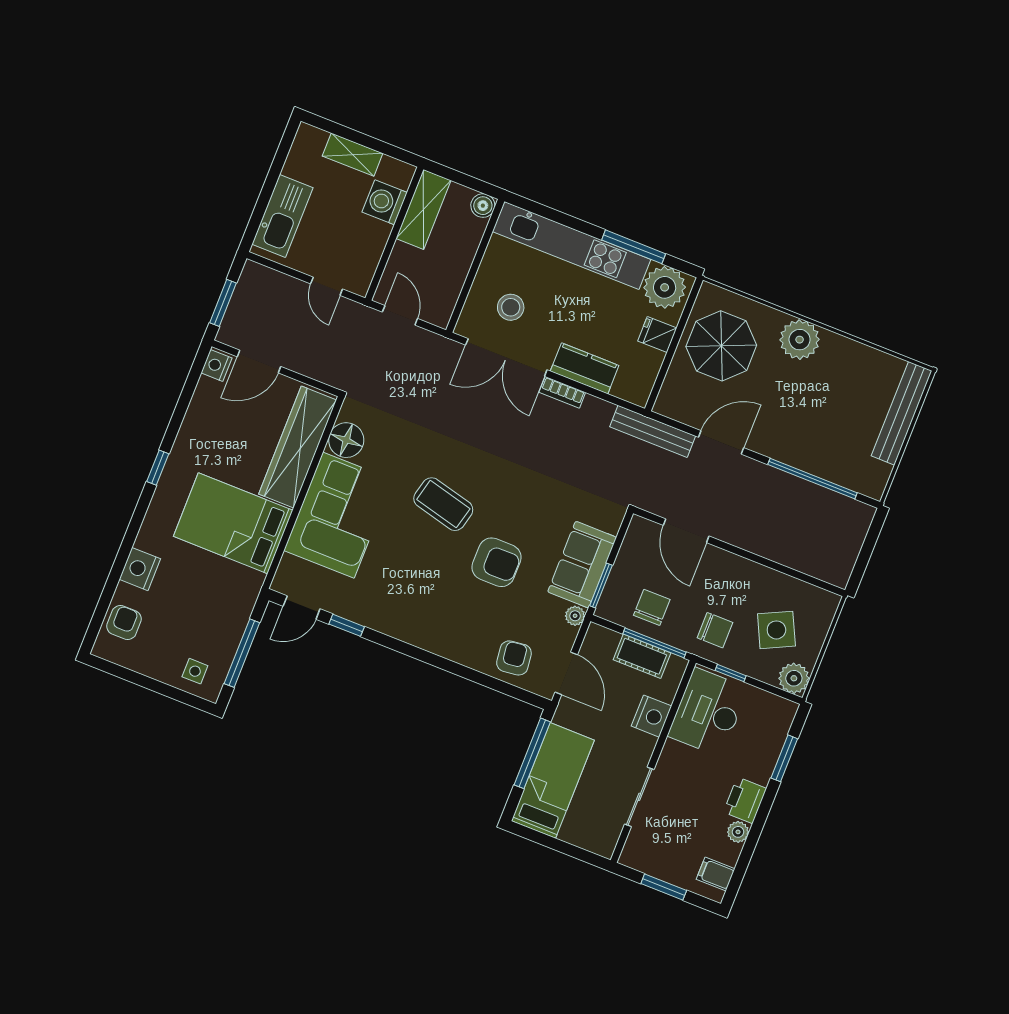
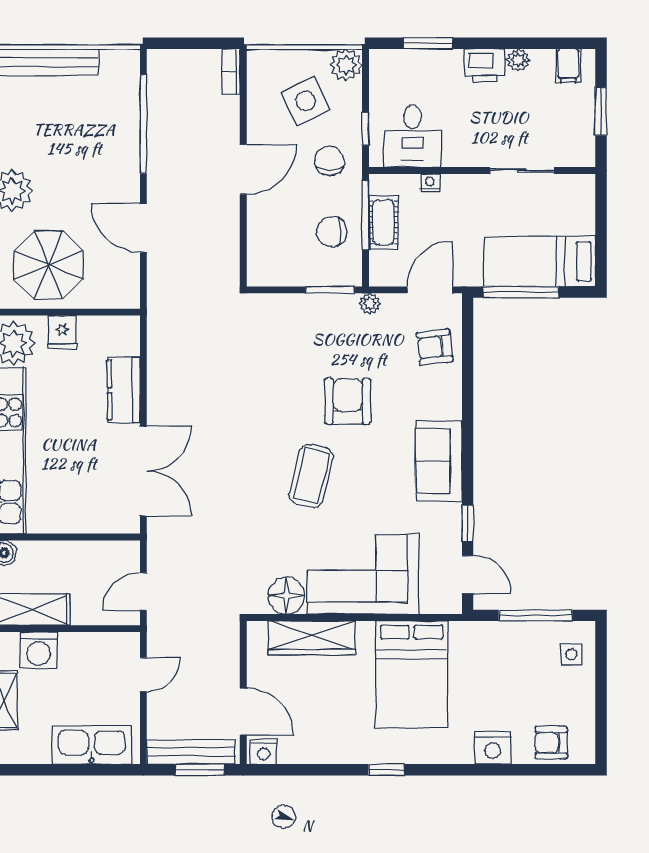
stool: (511, 307) -> (93, 486), removed
bookcase: (562, 392) -> (231, 72), moved, turned 180
bench: (653, 431) -> (191, 752), moved, turned 90
wardrobe: (298, 447) -> (312, 638), width x0.71, depth x0.85
door: (686, 531) -> (243, 170), moved
sofa: (582, 565) -> (439, 461), moved, turned 90
desk: (708, 712) -> (412, 136), width x0.73
nightstand: (652, 716) -> (430, 183), width x0.53, depth x0.56

